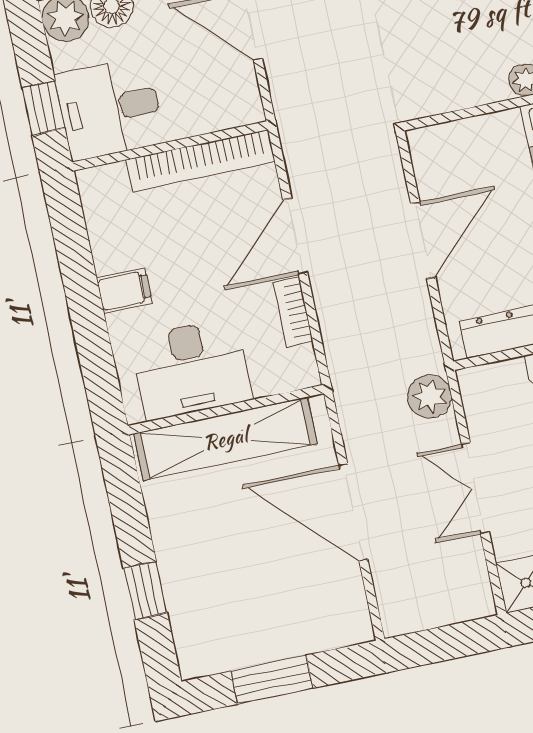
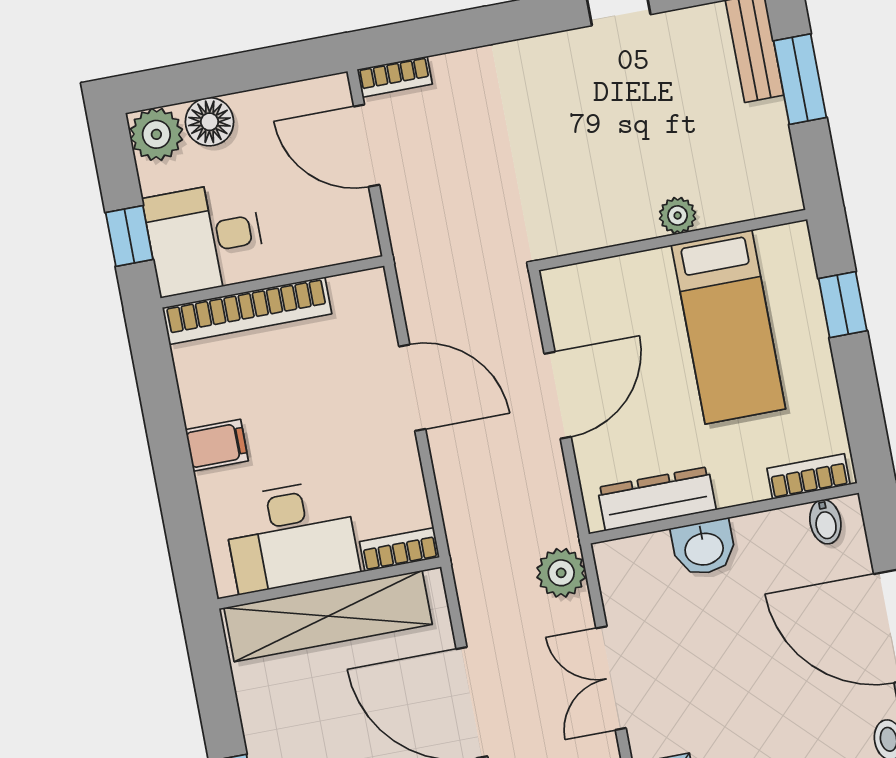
bookcase: (200, 161) -> (247, 311), moved
door: (295, 236) -> (412, 388), swing flipped
bookcase: (293, 312) -> (399, 550), moved, turned 90

